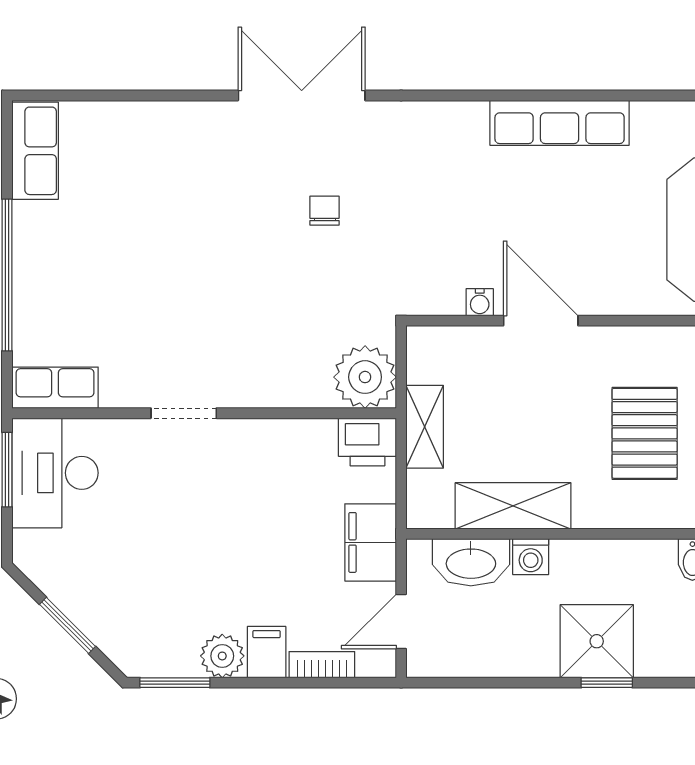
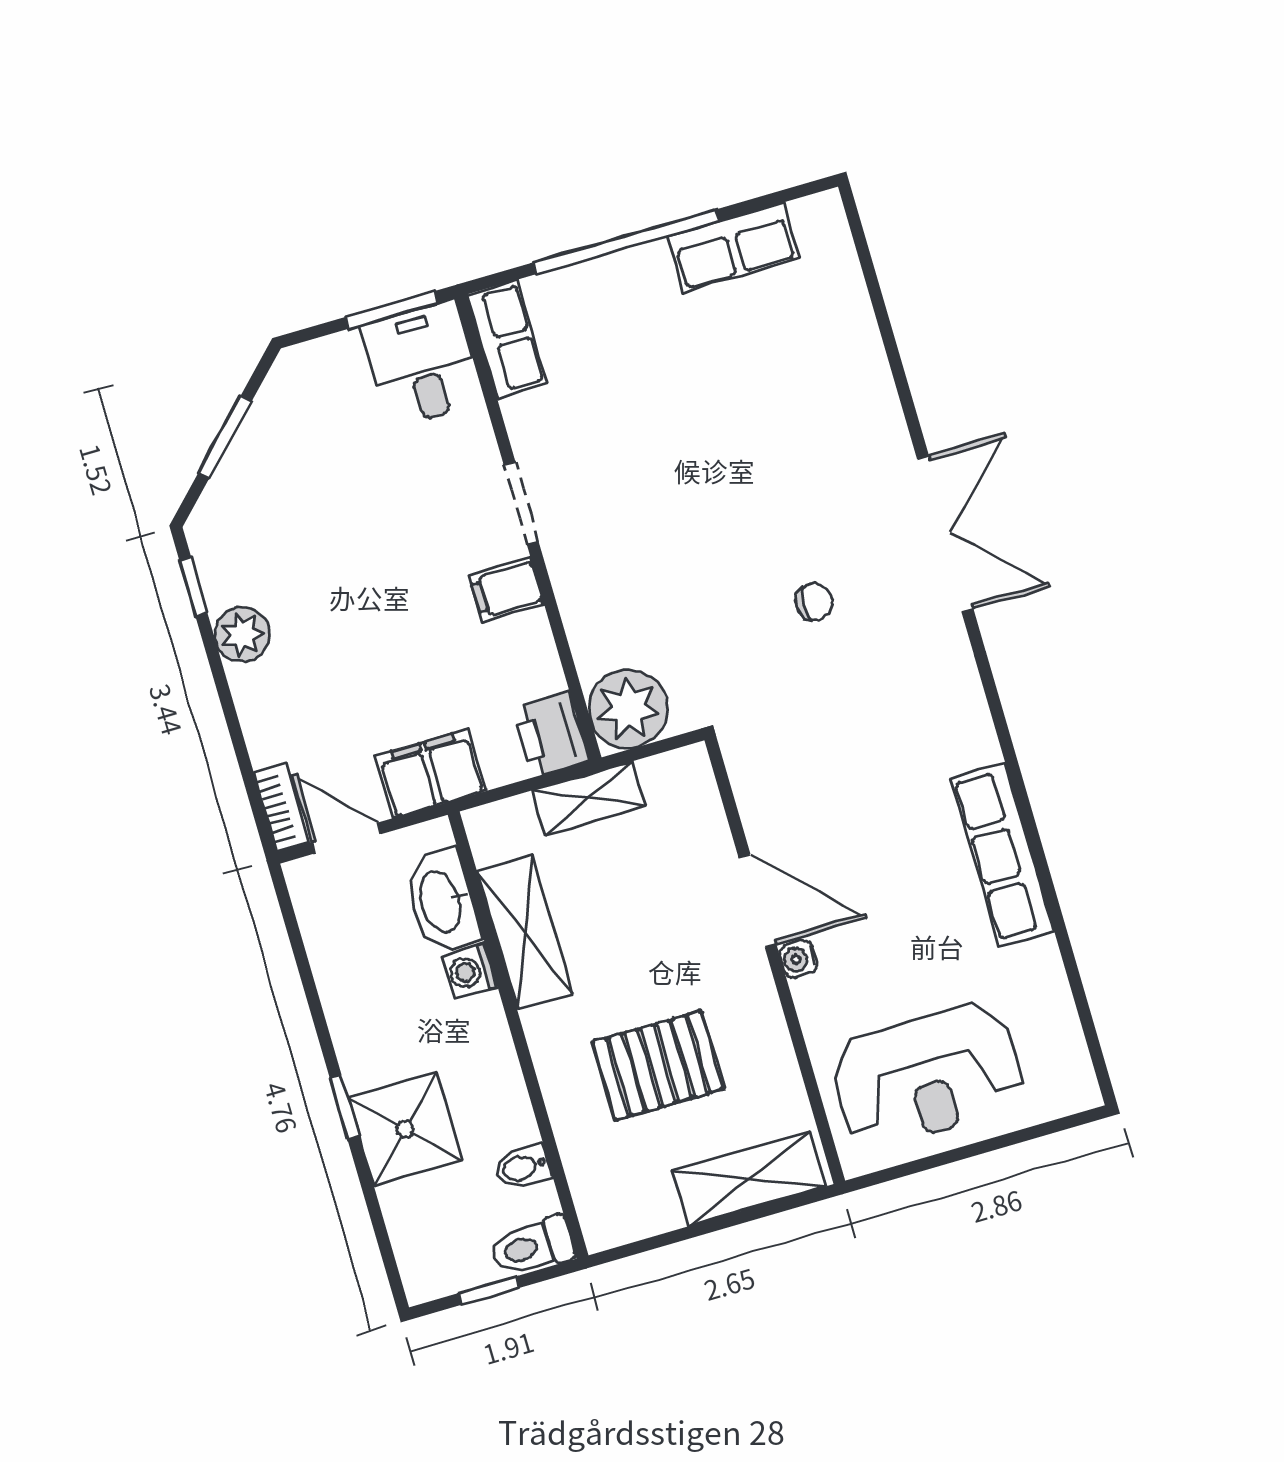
row of seats: (35, 151) -> (734, 247), moved
water cooler: (480, 302) -> (798, 959), moved
door: (541, 321) -> (758, 901), hinge flipped
desk: (55, 473) -> (422, 364), width x0.73
shower: (597, 641) -> (405, 1129), moved
filing cabinet: (267, 652) -> (506, 590), moved, turned 180
bookcase: (322, 665) -> (281, 808), moved
window: (175, 683) -> (193, 587), width x0.67

